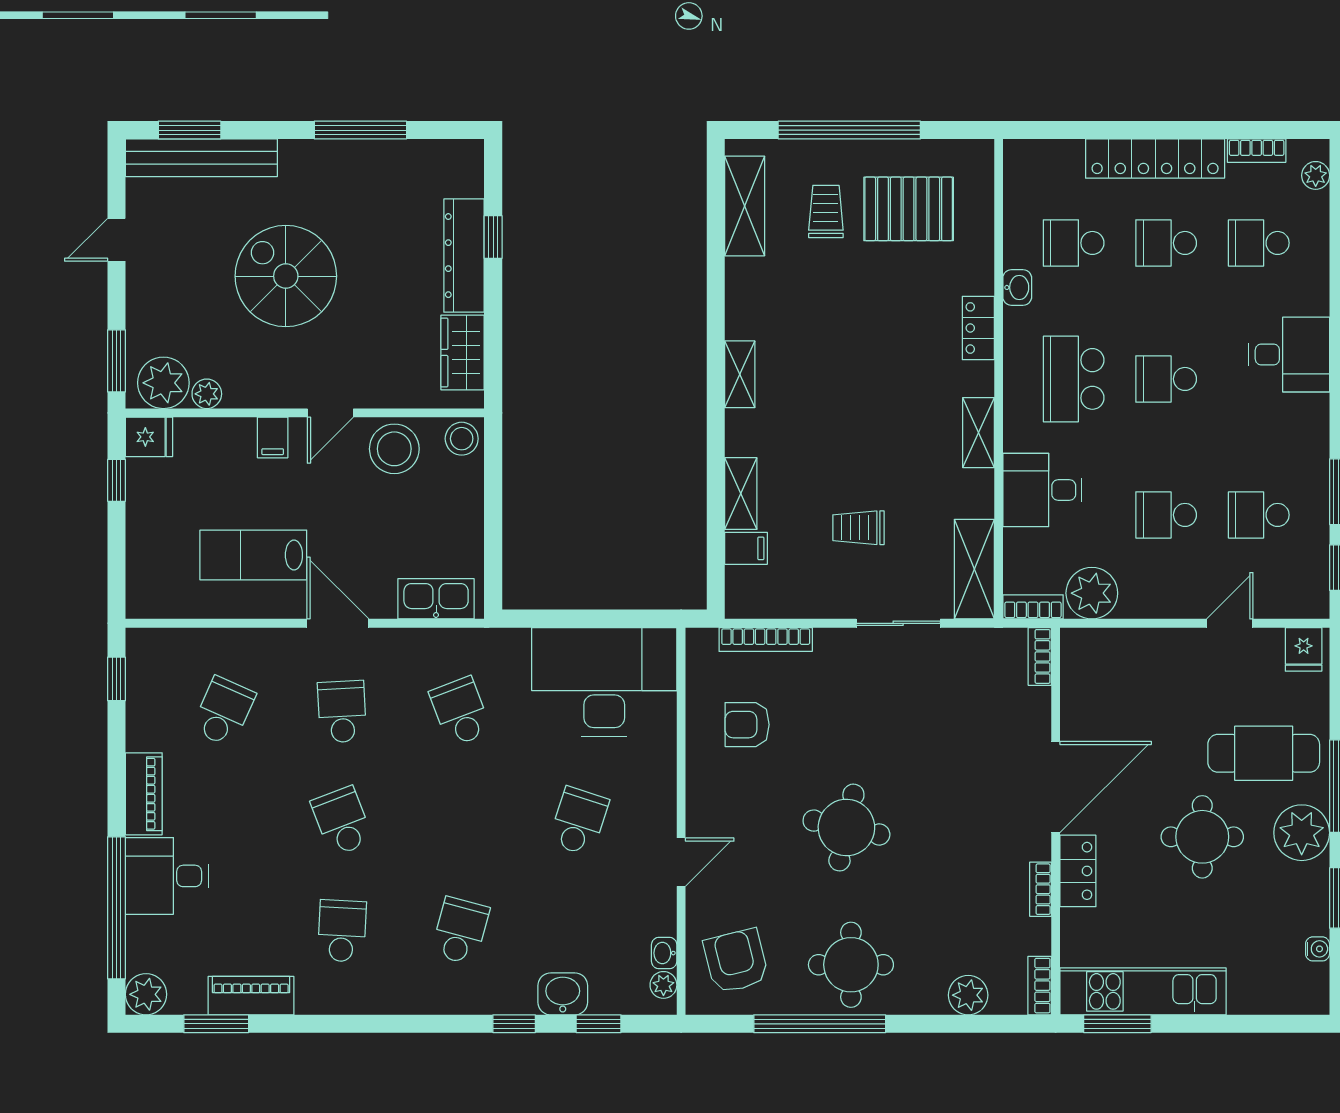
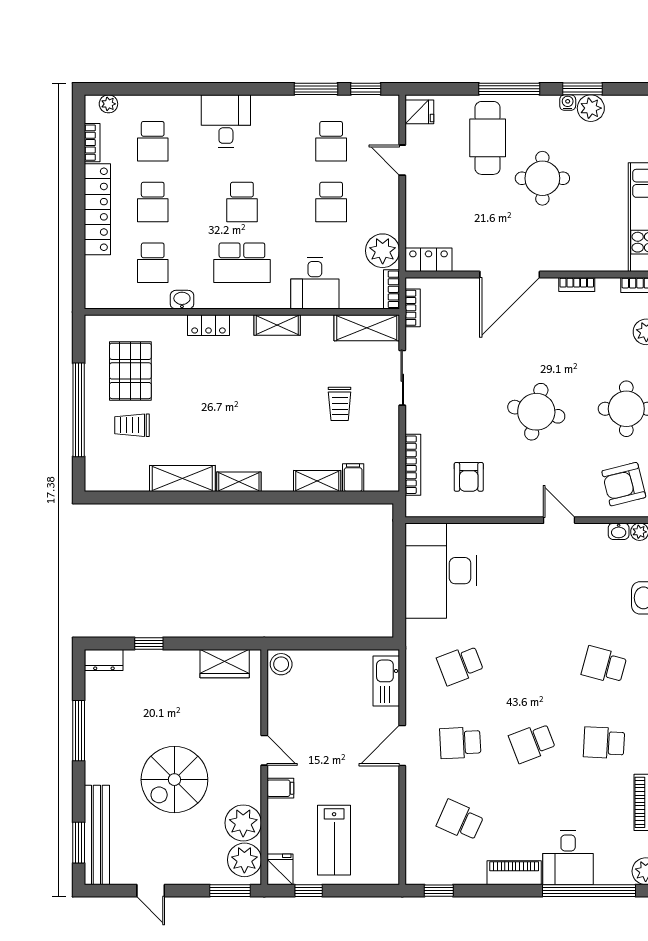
shelving: (745, 206) -> (182, 479), moved
dresser: (464, 256) -> (104, 660), moved, width x0.51, depth x0.80
plant: (207, 394) -> (243, 823), width x1.88, depth x1.88
stool: (394, 449) -> (288, 708), removed
lab bench: (253, 555) -> (334, 840), moved
bookcase: (1040, 656) -> (413, 308), moved, turned -90
door: (1056, 787) -> (510, 274), swing flipped
school desk: (579, 821) -> (532, 587), removed
plant: (1302, 833) -> (591, 108), moved, width x0.73, depth x0.73
locker: (1078, 871) -> (429, 260), moved
water cooler: (1318, 949) -> (568, 103), moved

